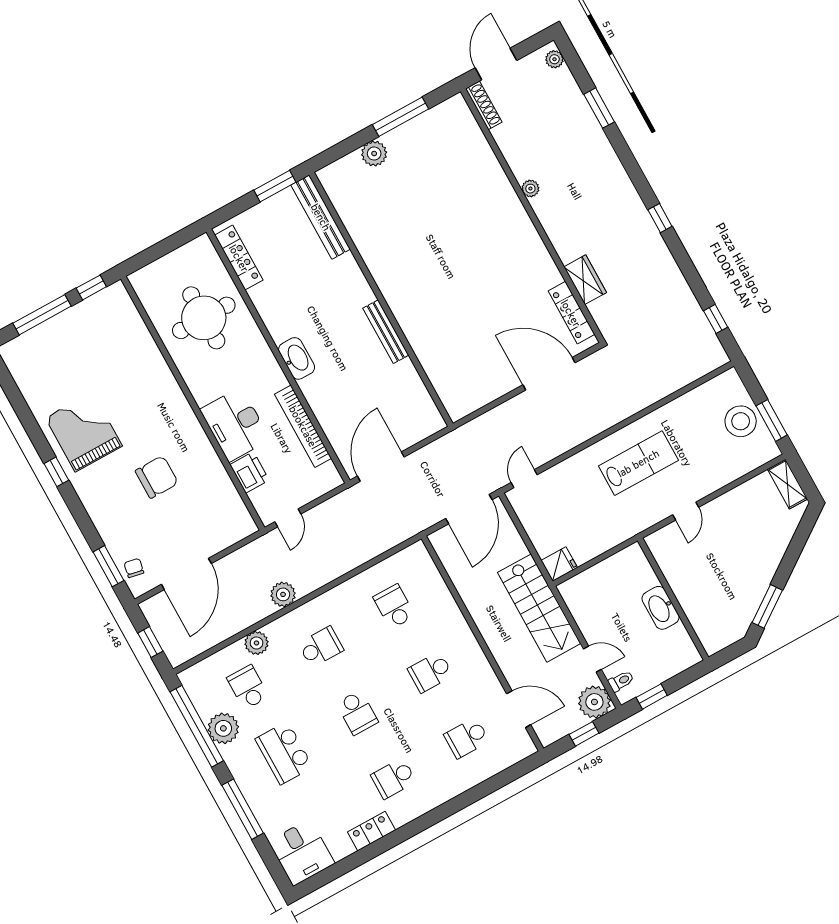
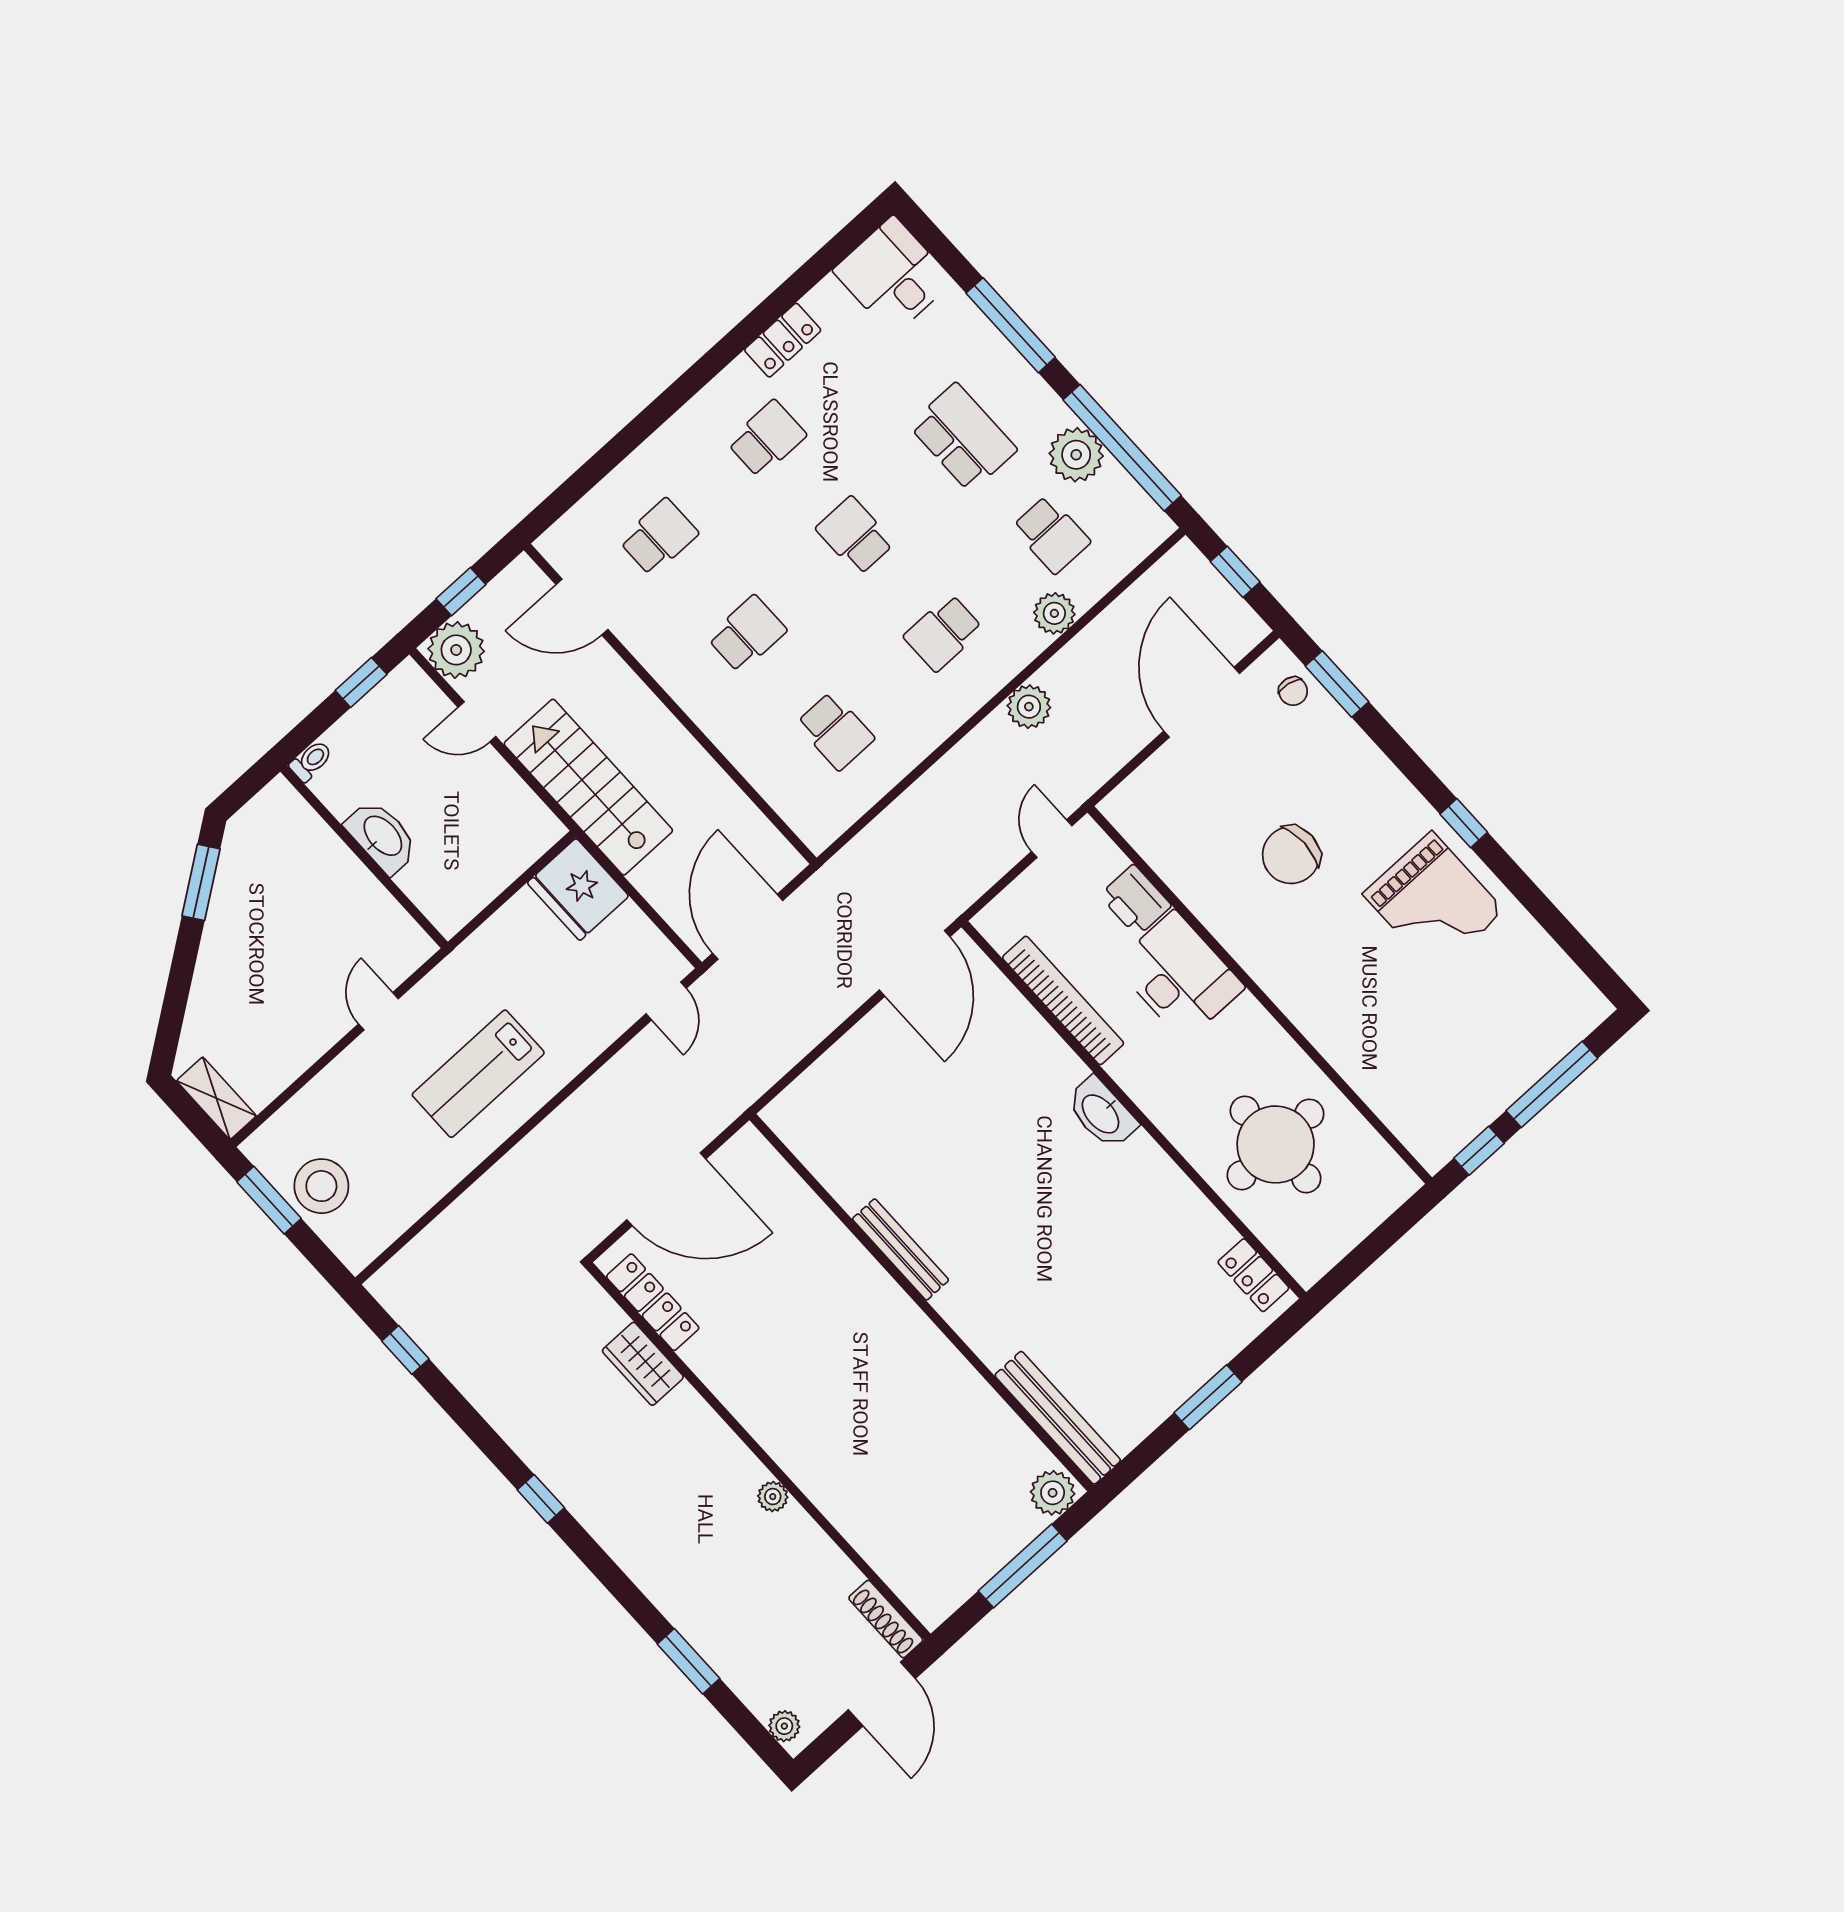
bench: (321, 217) -> (1058, 1418), moved
locker: (239, 258) -> (1253, 1275), width x0.66
wall: (381, 299) -> (922, 1303), moved
bench: (386, 332) -> (901, 1249), moved
fridge: (559, 564) -> (578, 889), width x1.88, depth x1.34
toilet: (621, 681) -> (311, 761), moved, turned 180

